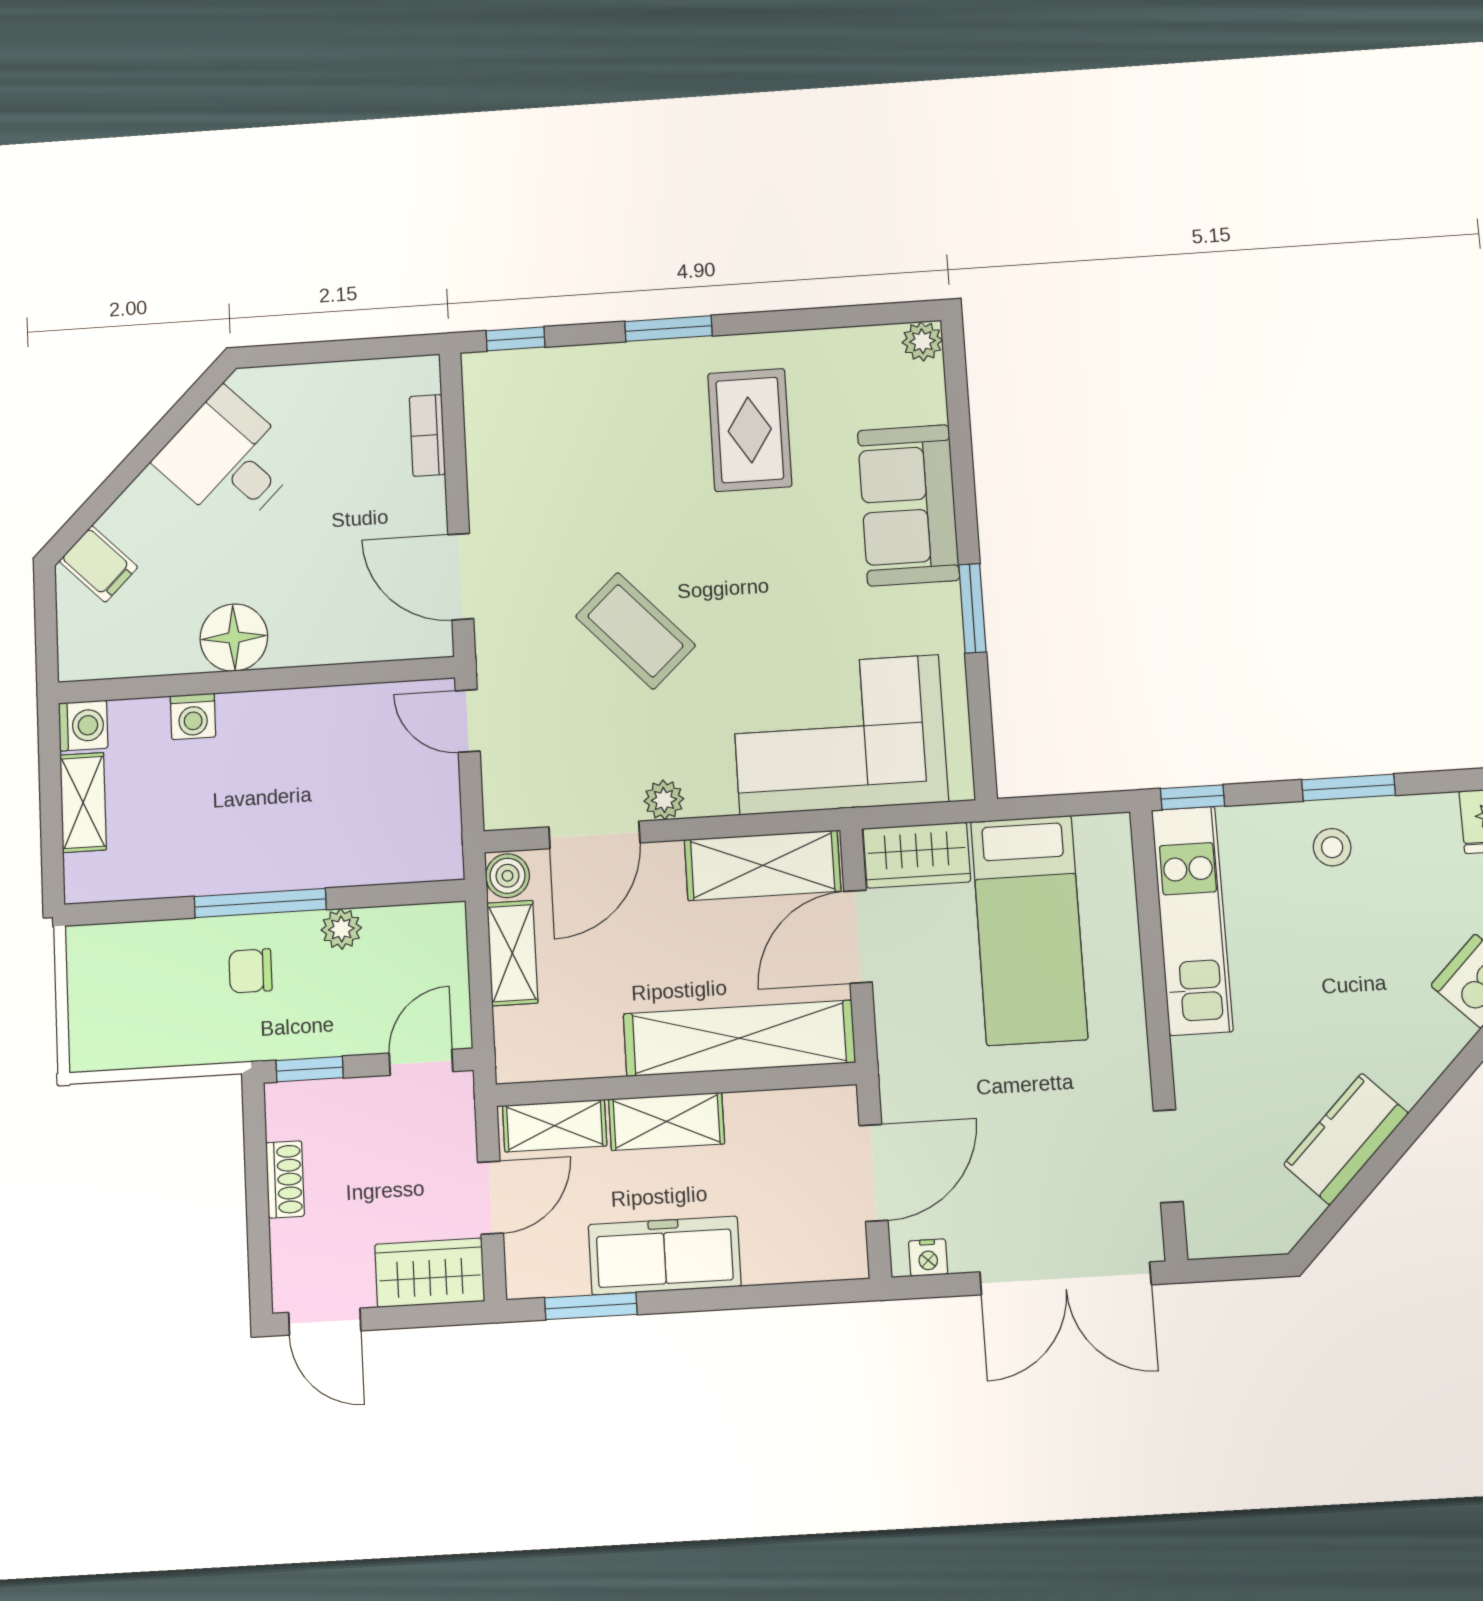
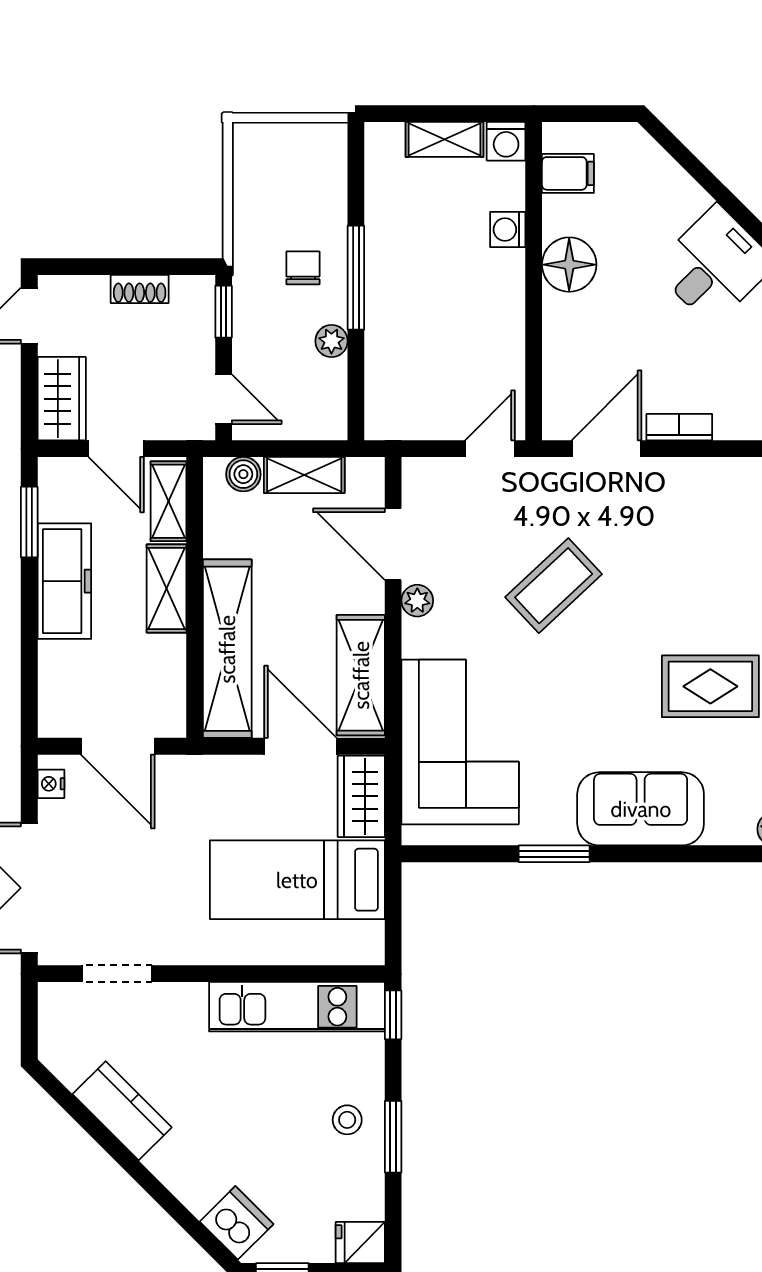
bookcase: (427, 435) -> (679, 427), moved
filing cabinet: (98, 564) -> (568, 173), moved, turned -135
boiler: (507, 876) -> (243, 474), moved

